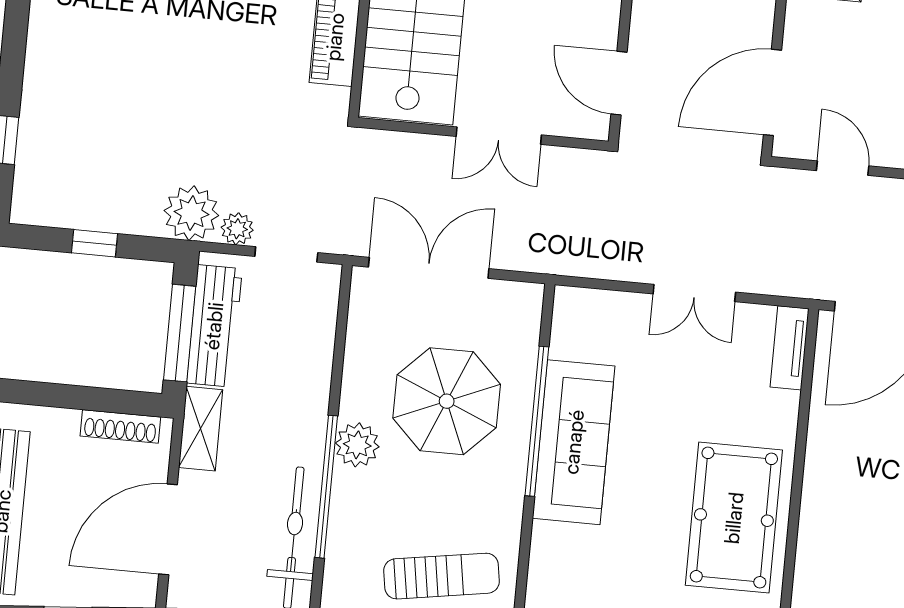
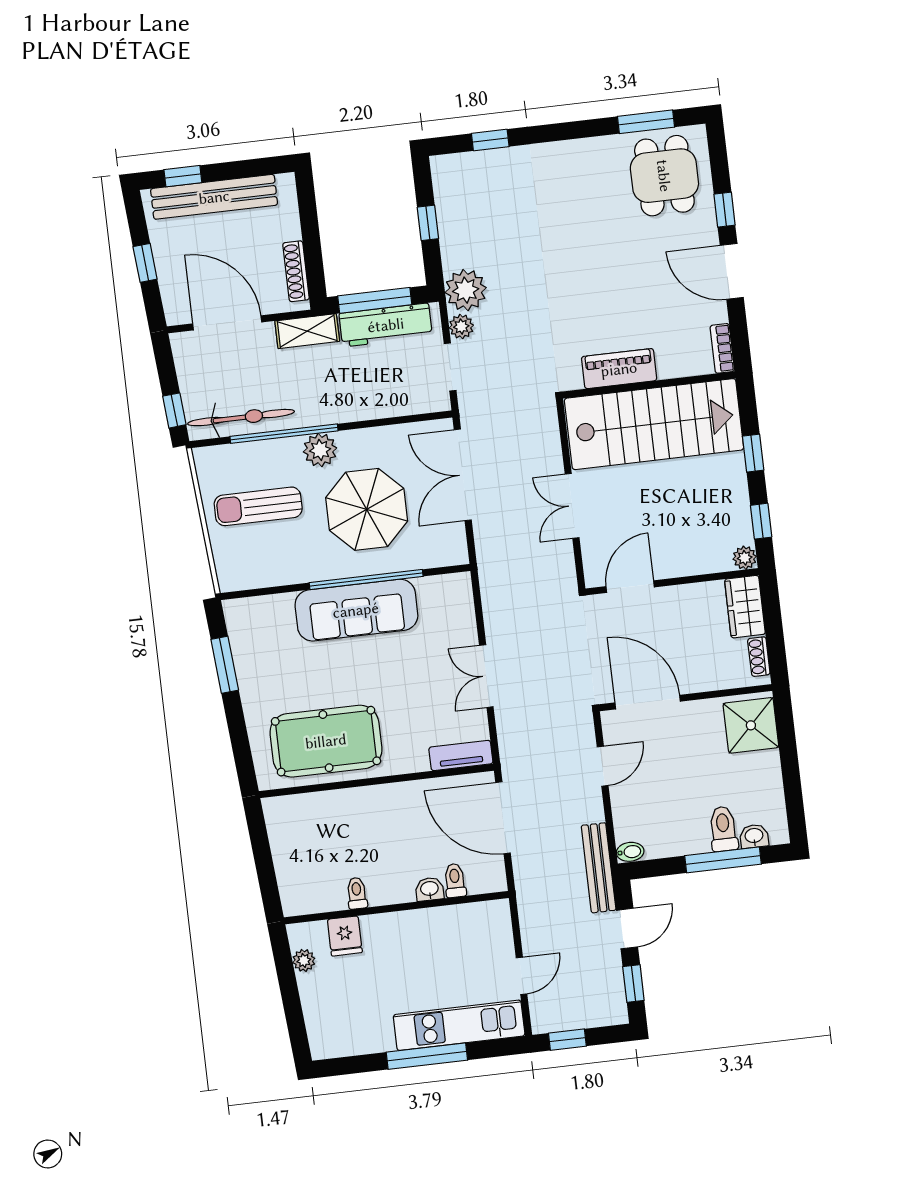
double door: (429, 268) -> (463, 475), swing flipped
sun lounger: (441, 576) -> (258, 506), moved, turned 99

